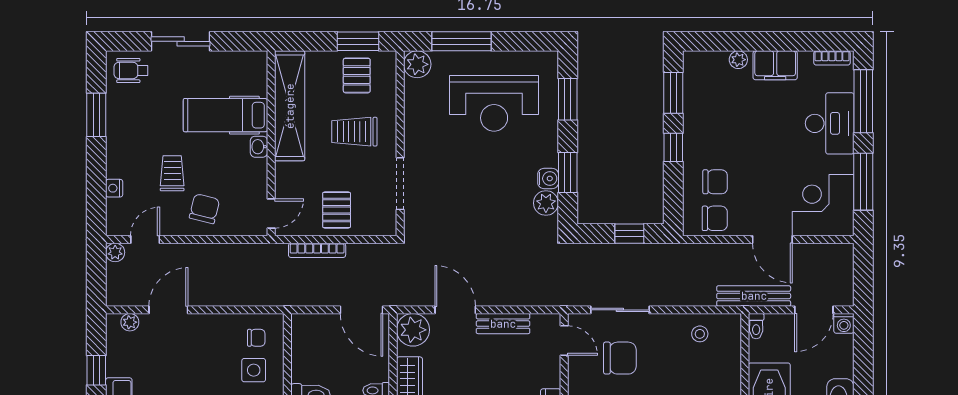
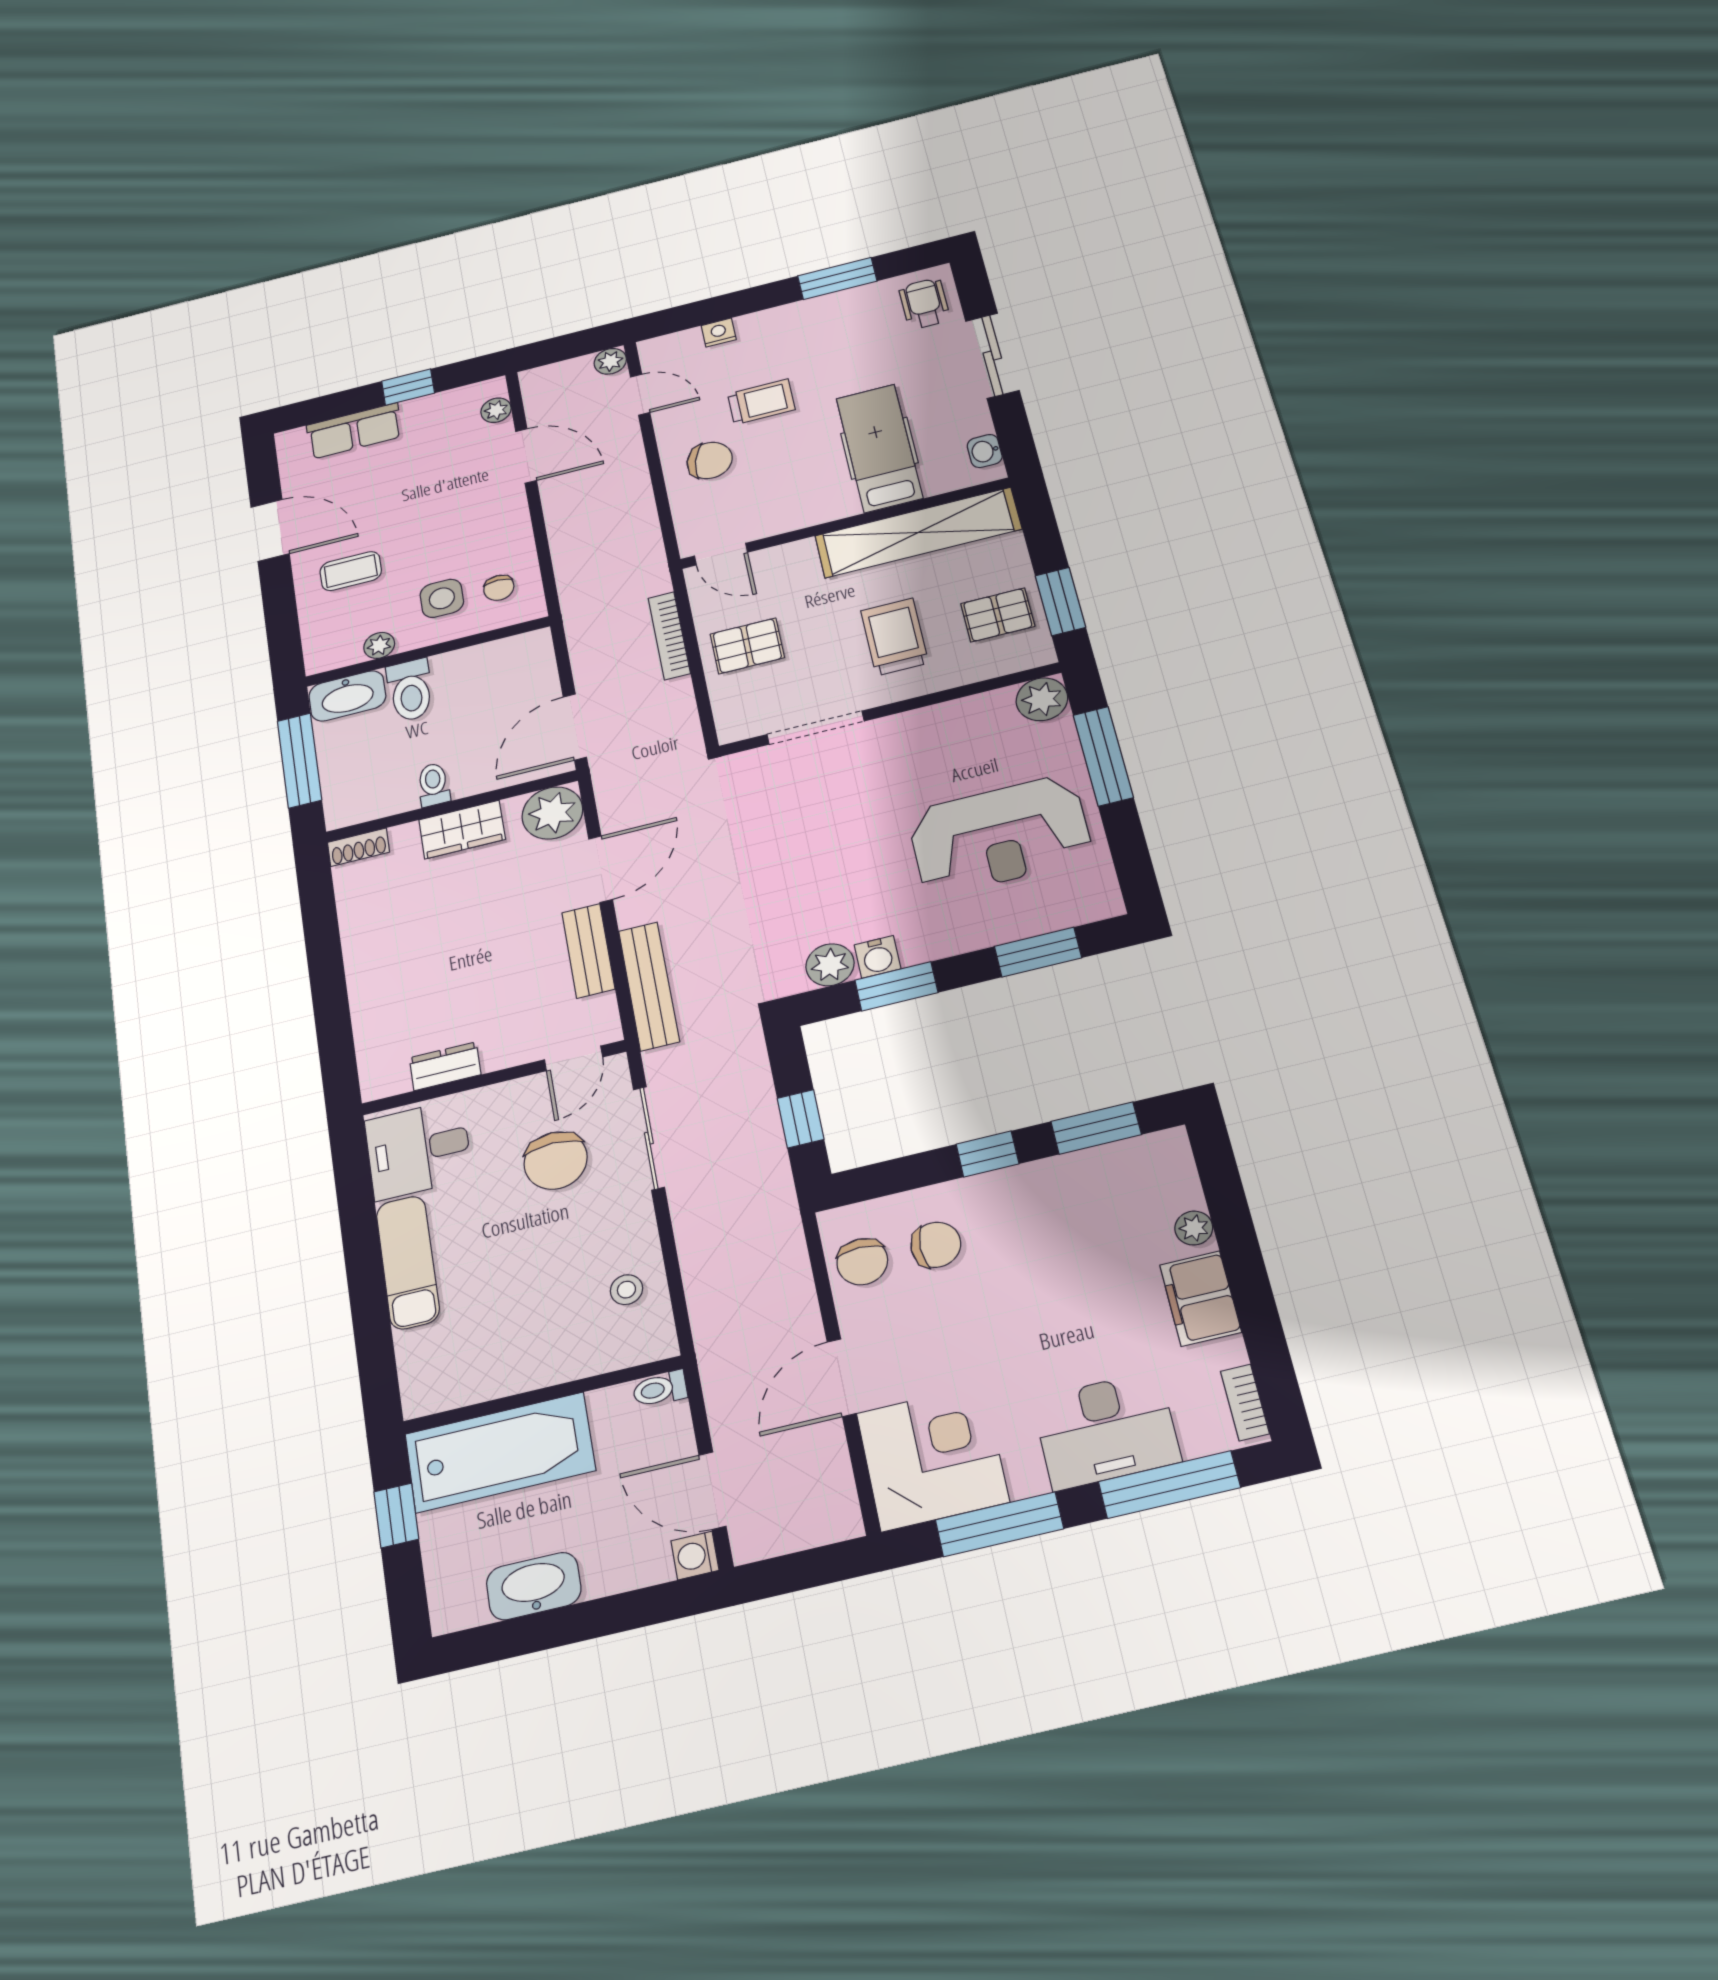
reception desk: (494, 103) -> (1000, 835), turned -90
washbasin: (259, 147) -> (985, 451), moved, turned -90
chair: (715, 182) -> (936, 1245), turned -90
bench: (754, 296) -> (649, 986), moved

